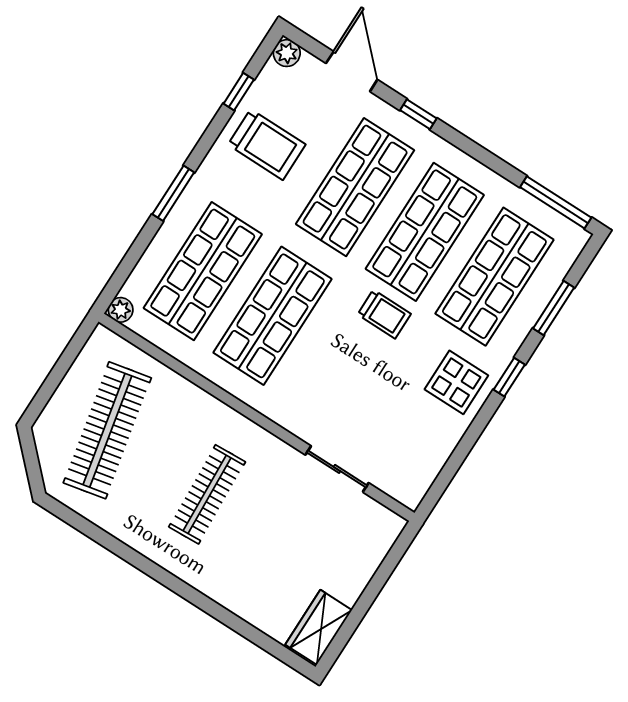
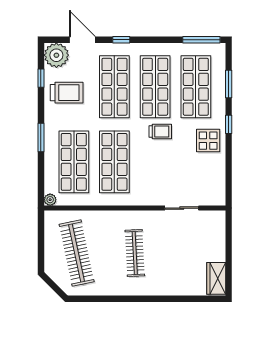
plant: (287, 53) -> (56, 55), width x1.87, depth x1.87

